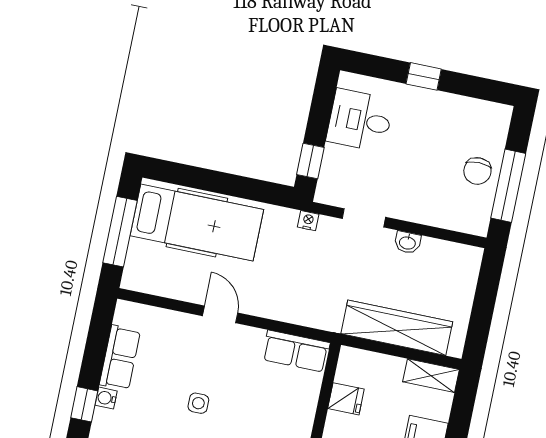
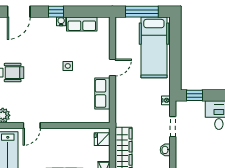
row of seats: (296, 351) -> (102, 93), moved
fridge: (346, 399) -> (102, 139), moved, turned 90

